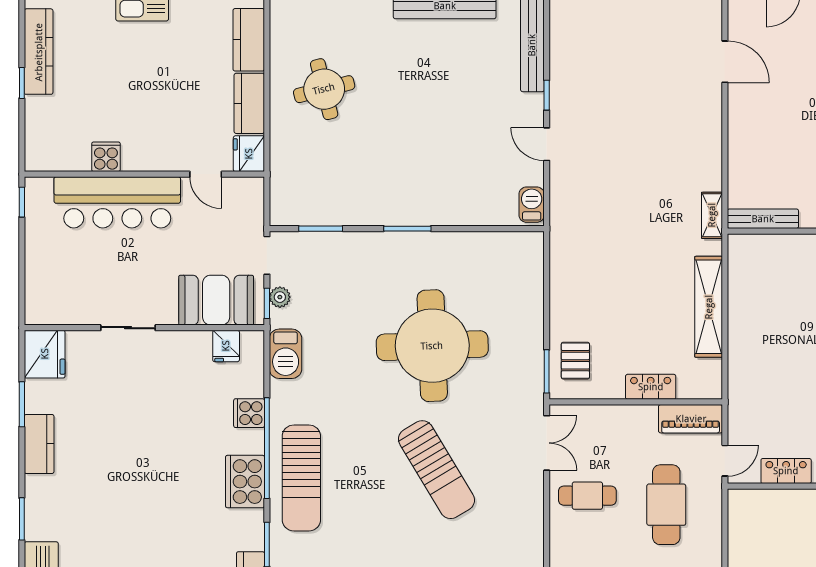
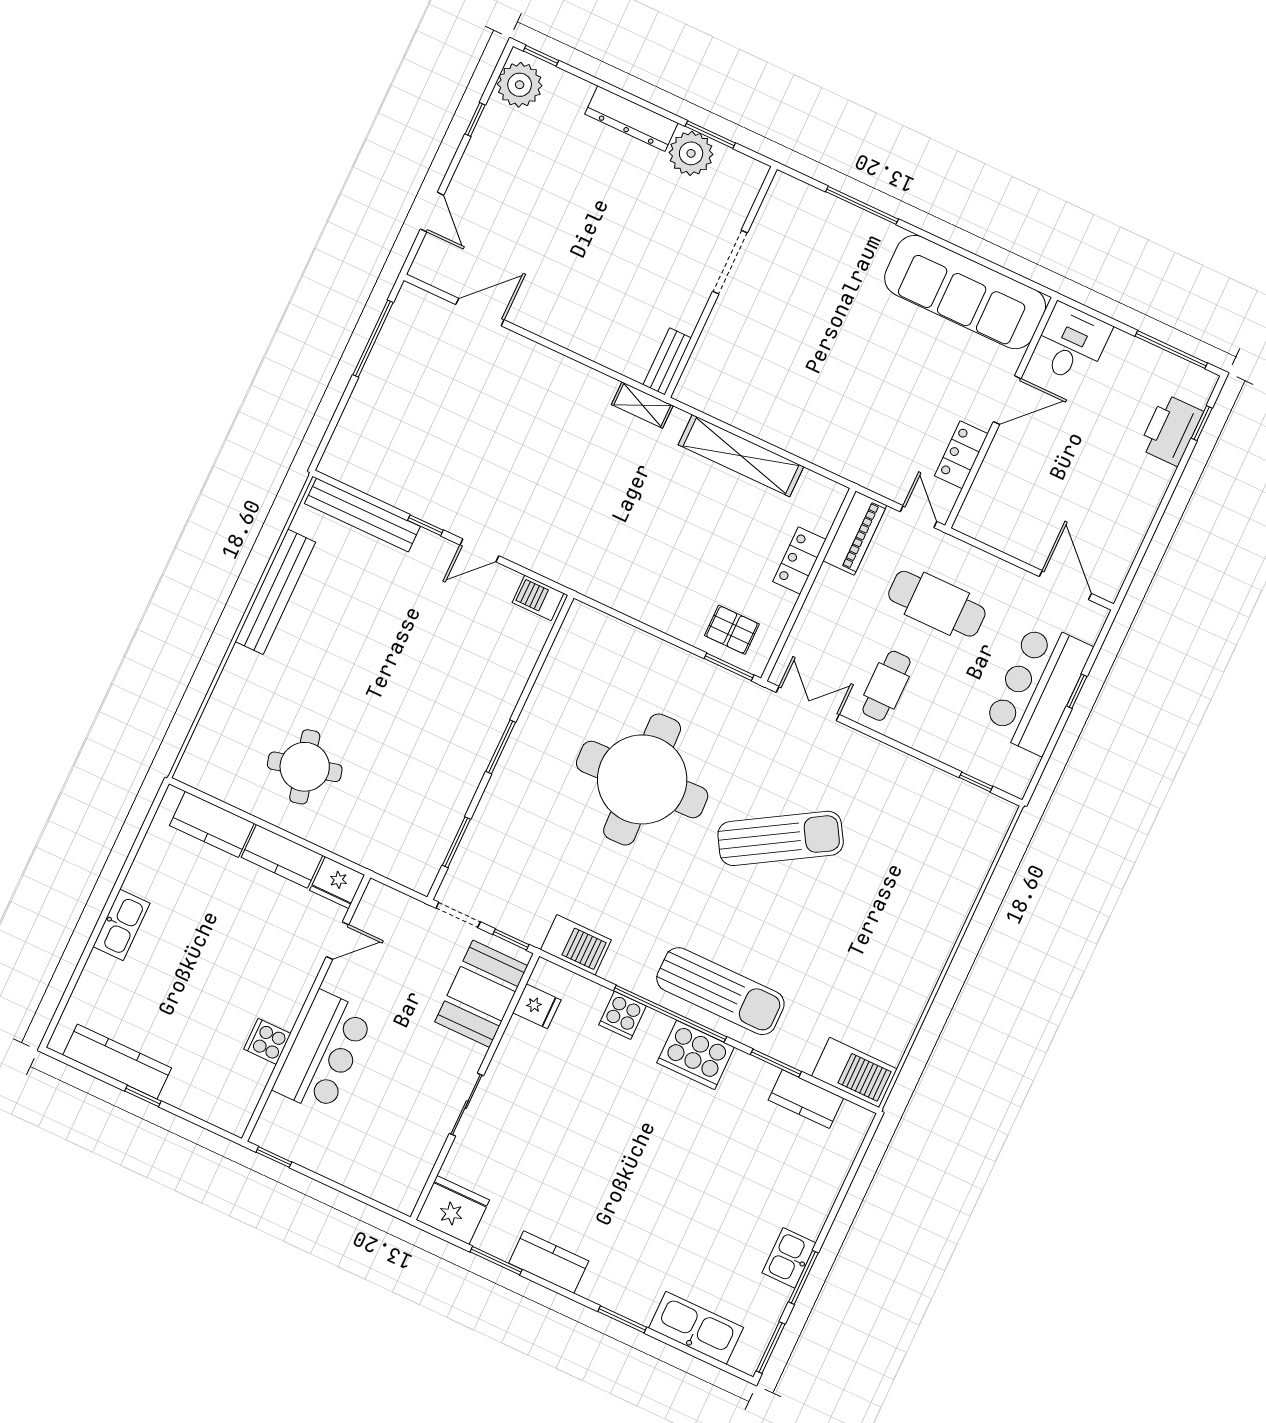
bar counter: (117, 202) -> (323, 1052), width x0.73
bench: (763, 219) -> (667, 361), width x0.73
plant: (280, 297) -> (511, 922), removed

